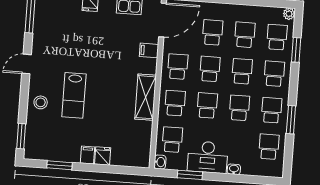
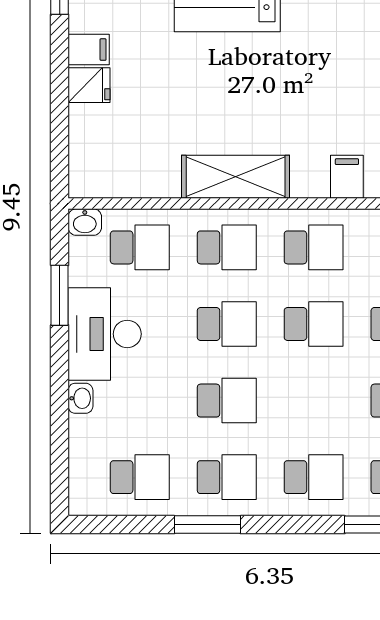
school desk: (242, 71) -> (314, 401), removed

